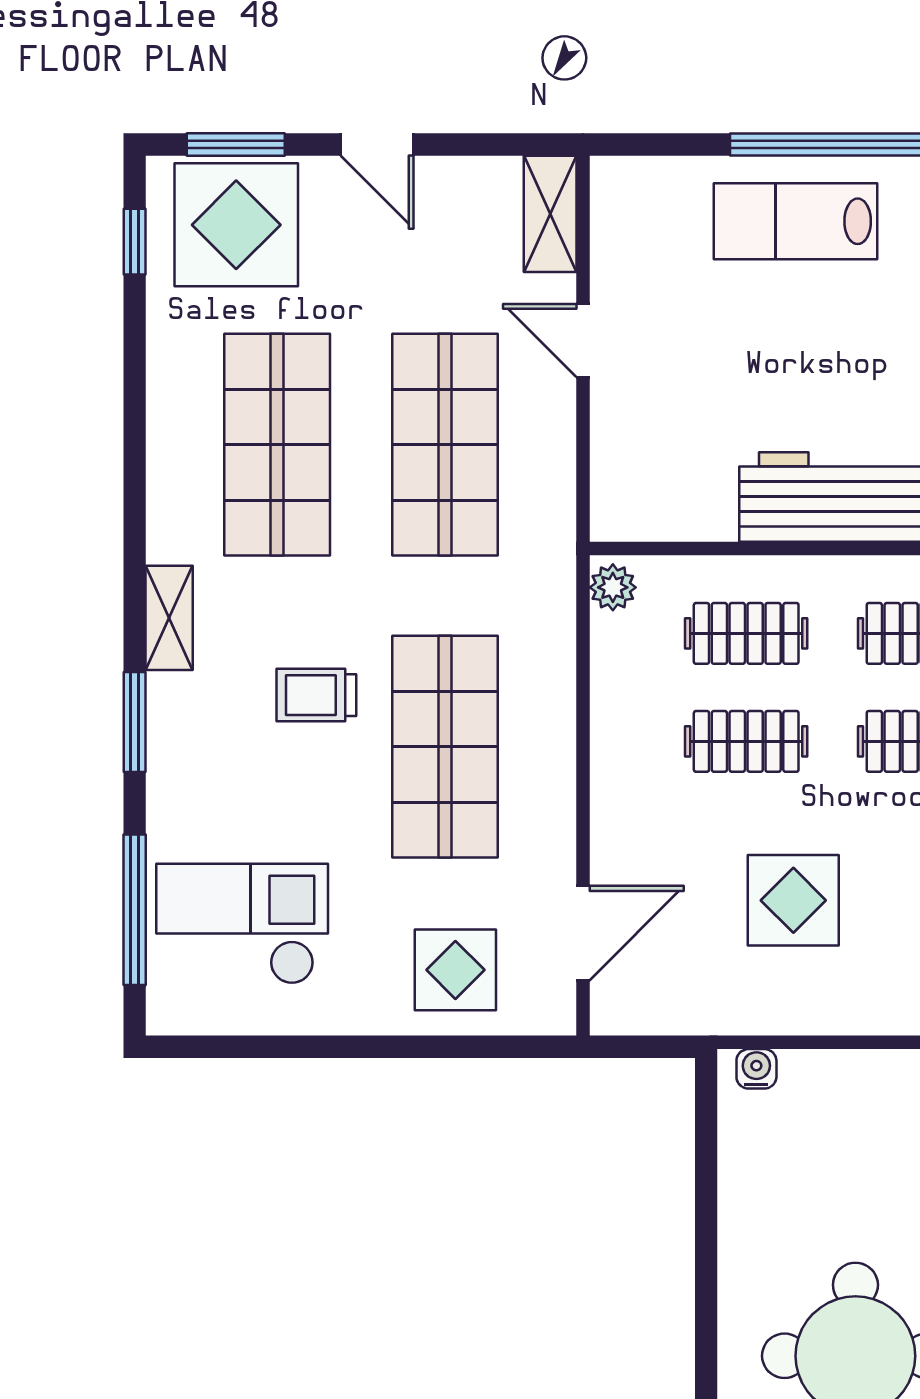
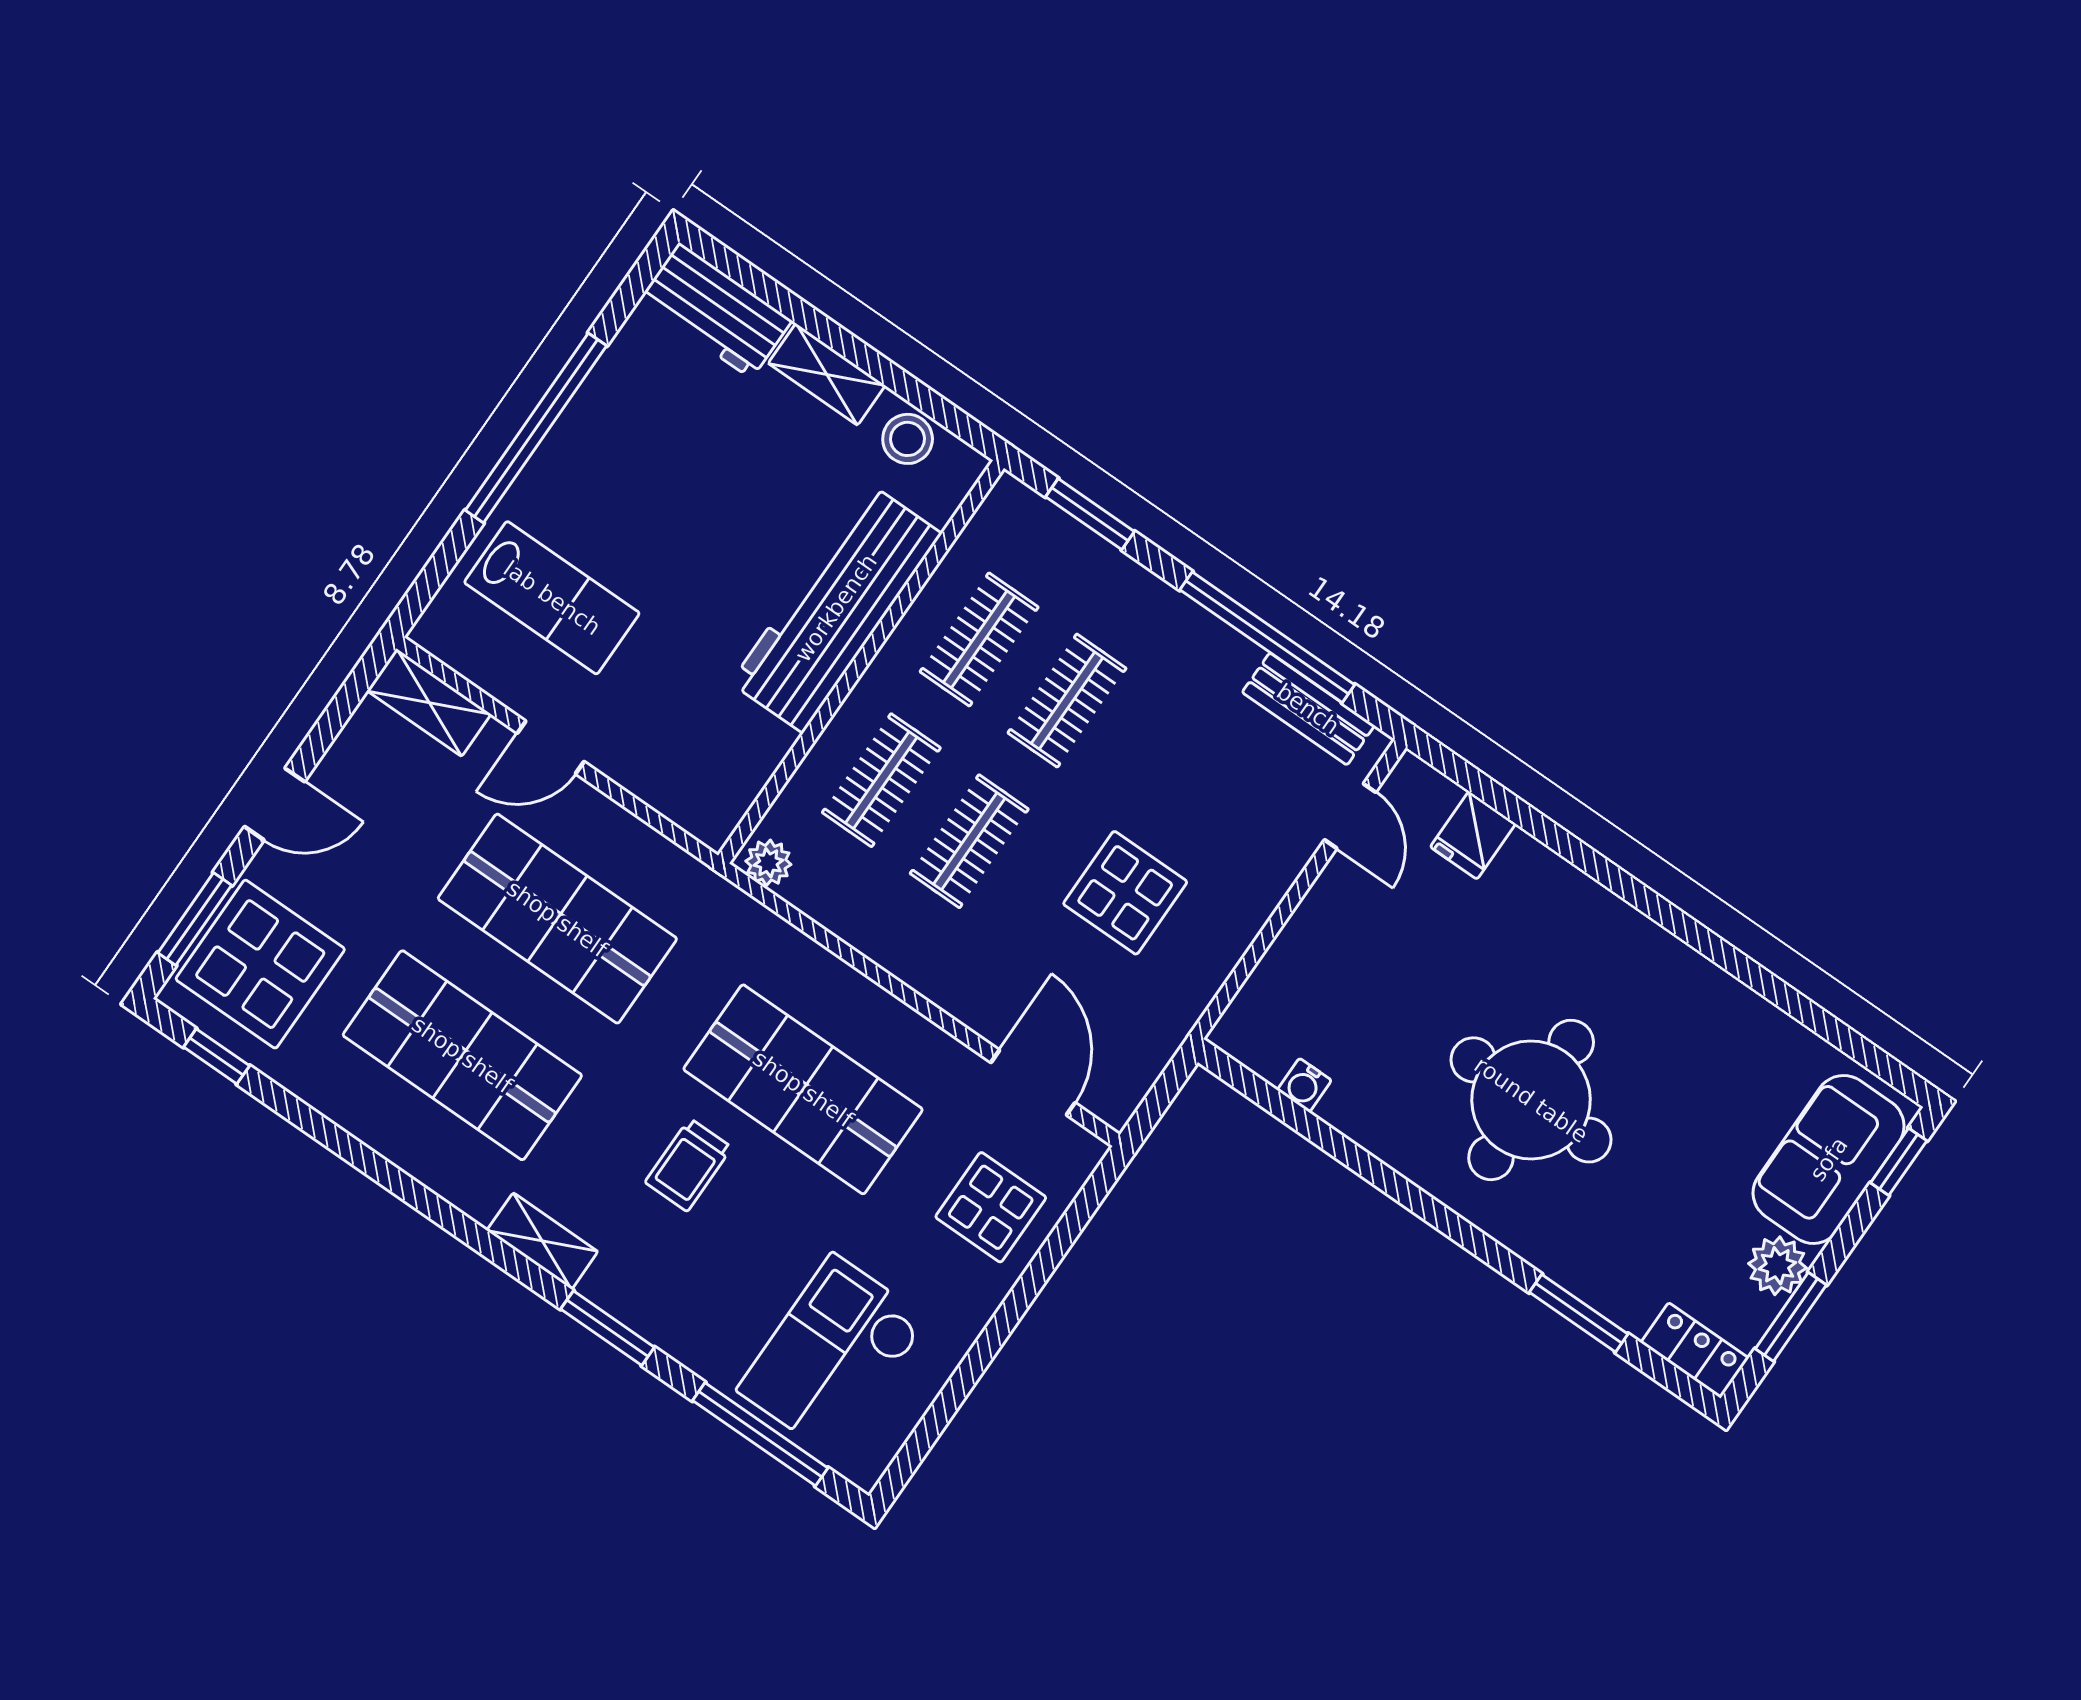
lab bench: (796, 221) -> (552, 598), moved, turned -90
water cooler: (756, 1069) -> (1304, 1085), moved, turned -90

